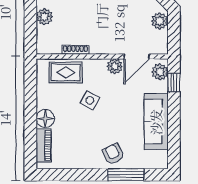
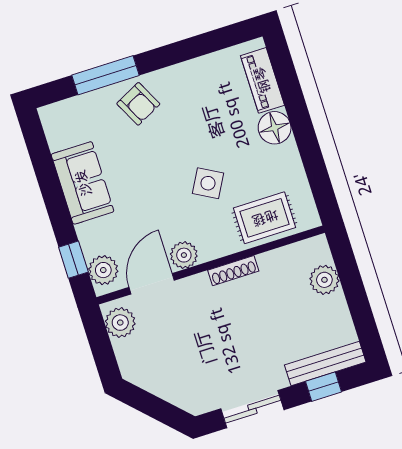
plant: (44, 17) -> (324, 280), moved
plant: (160, 21) -> (120, 323), moved
shoe rack: (75, 50) -> (233, 271), moved
sofa: (156, 122) -> (83, 183), width x0.73

